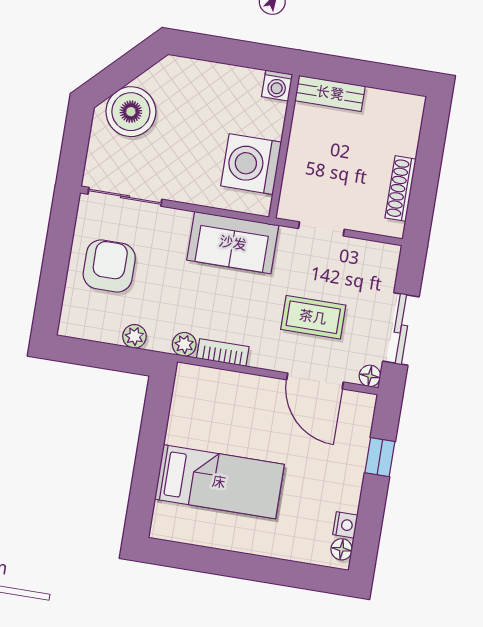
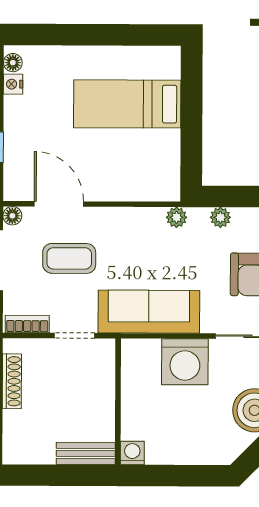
washing machine: (251, 164) -> (185, 362), moved, turned 90
sofa: (233, 243) -> (149, 312), width x1.36
bookcase: (223, 353) -> (27, 324), moved, turned 180

